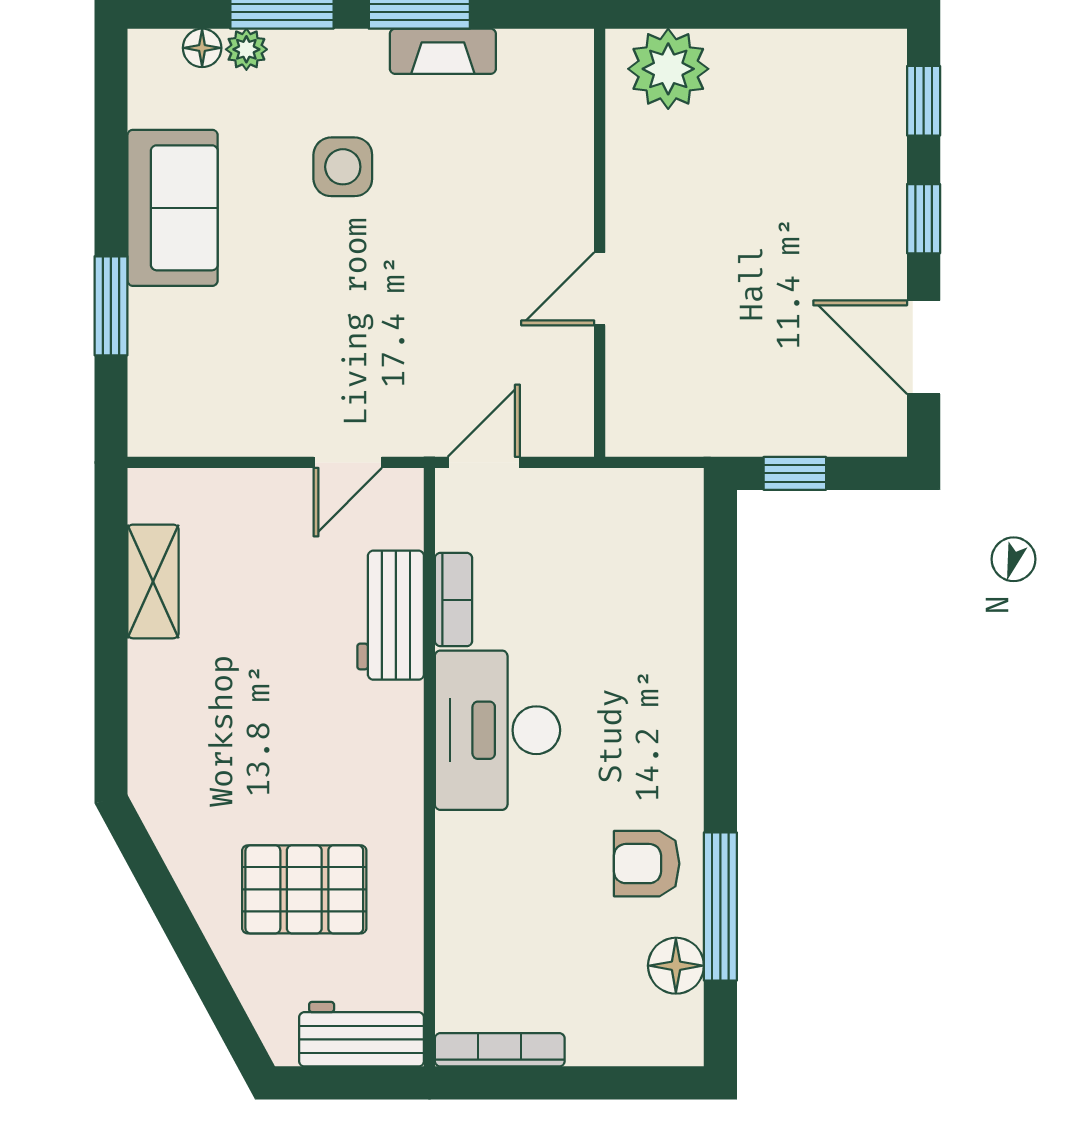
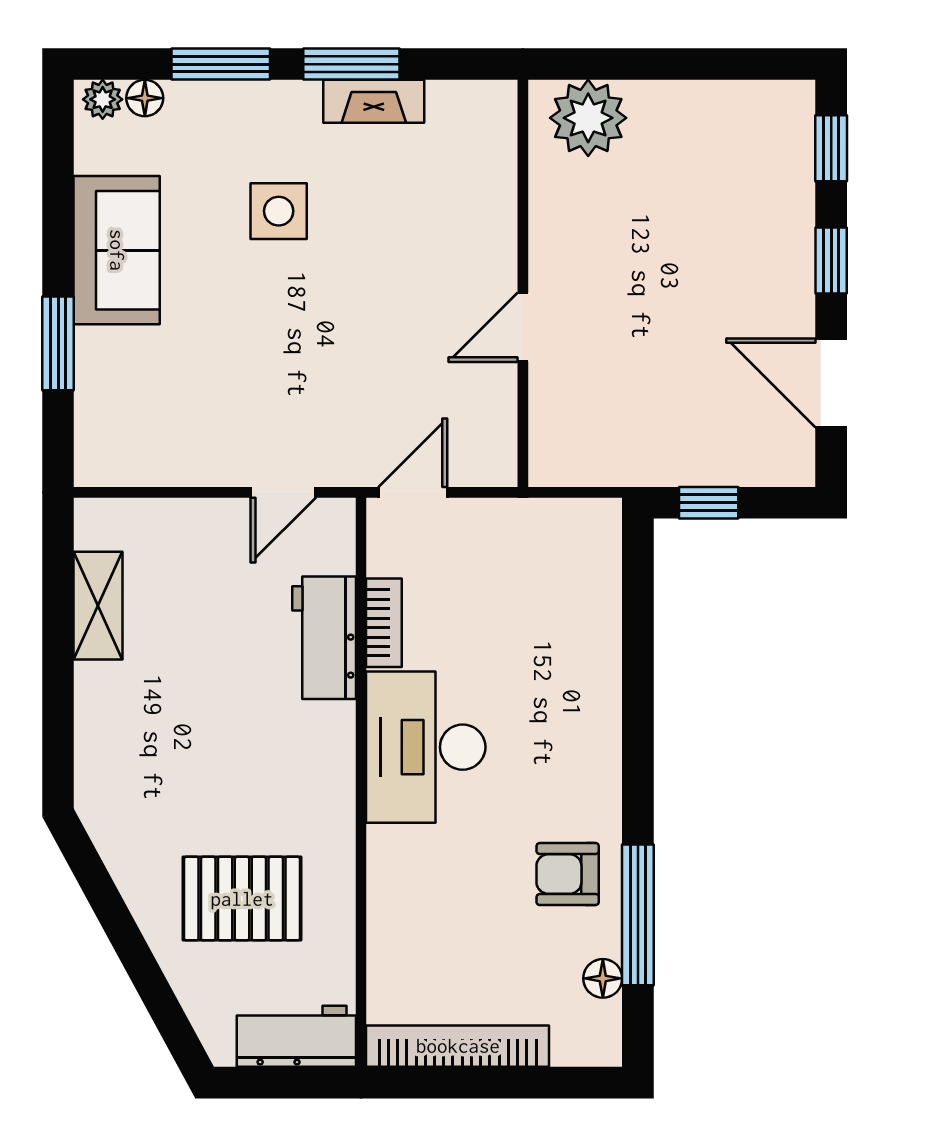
plant: (246, 49) -> (103, 99), moved
floor lamp: (676, 966) -> (603, 978), width x0.73, depth x0.73
bookcase: (500, 1050) -> (458, 1046), width x1.48, depth x1.31

